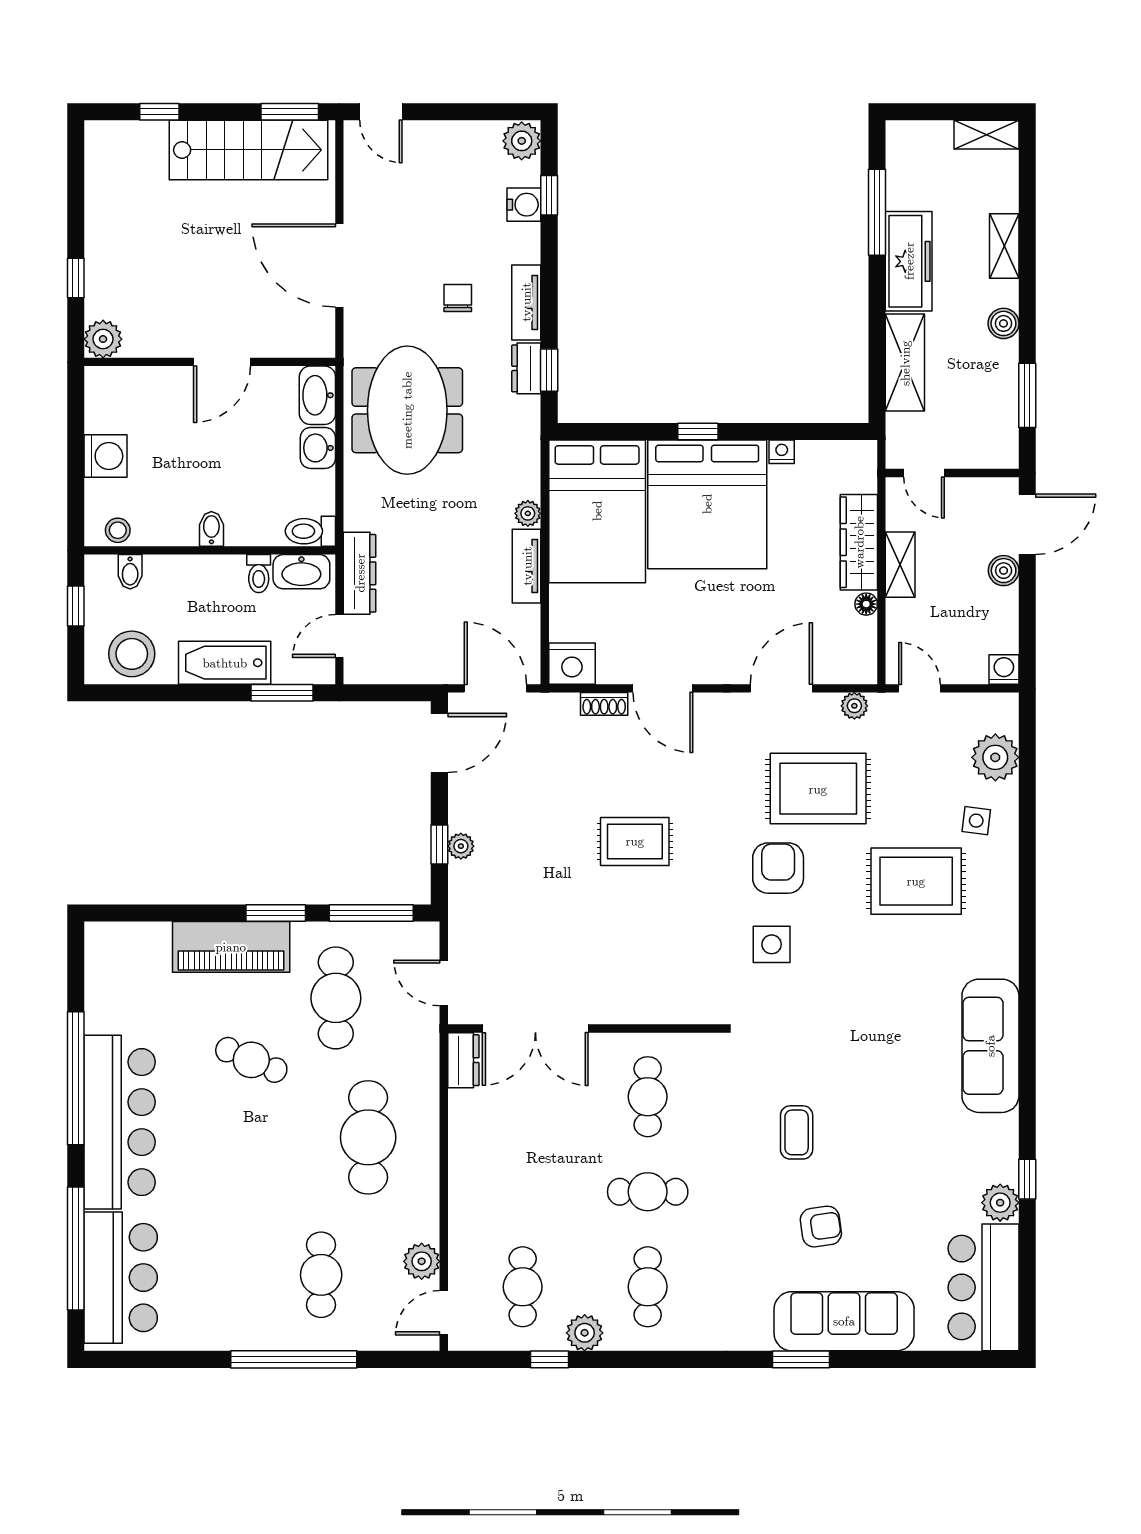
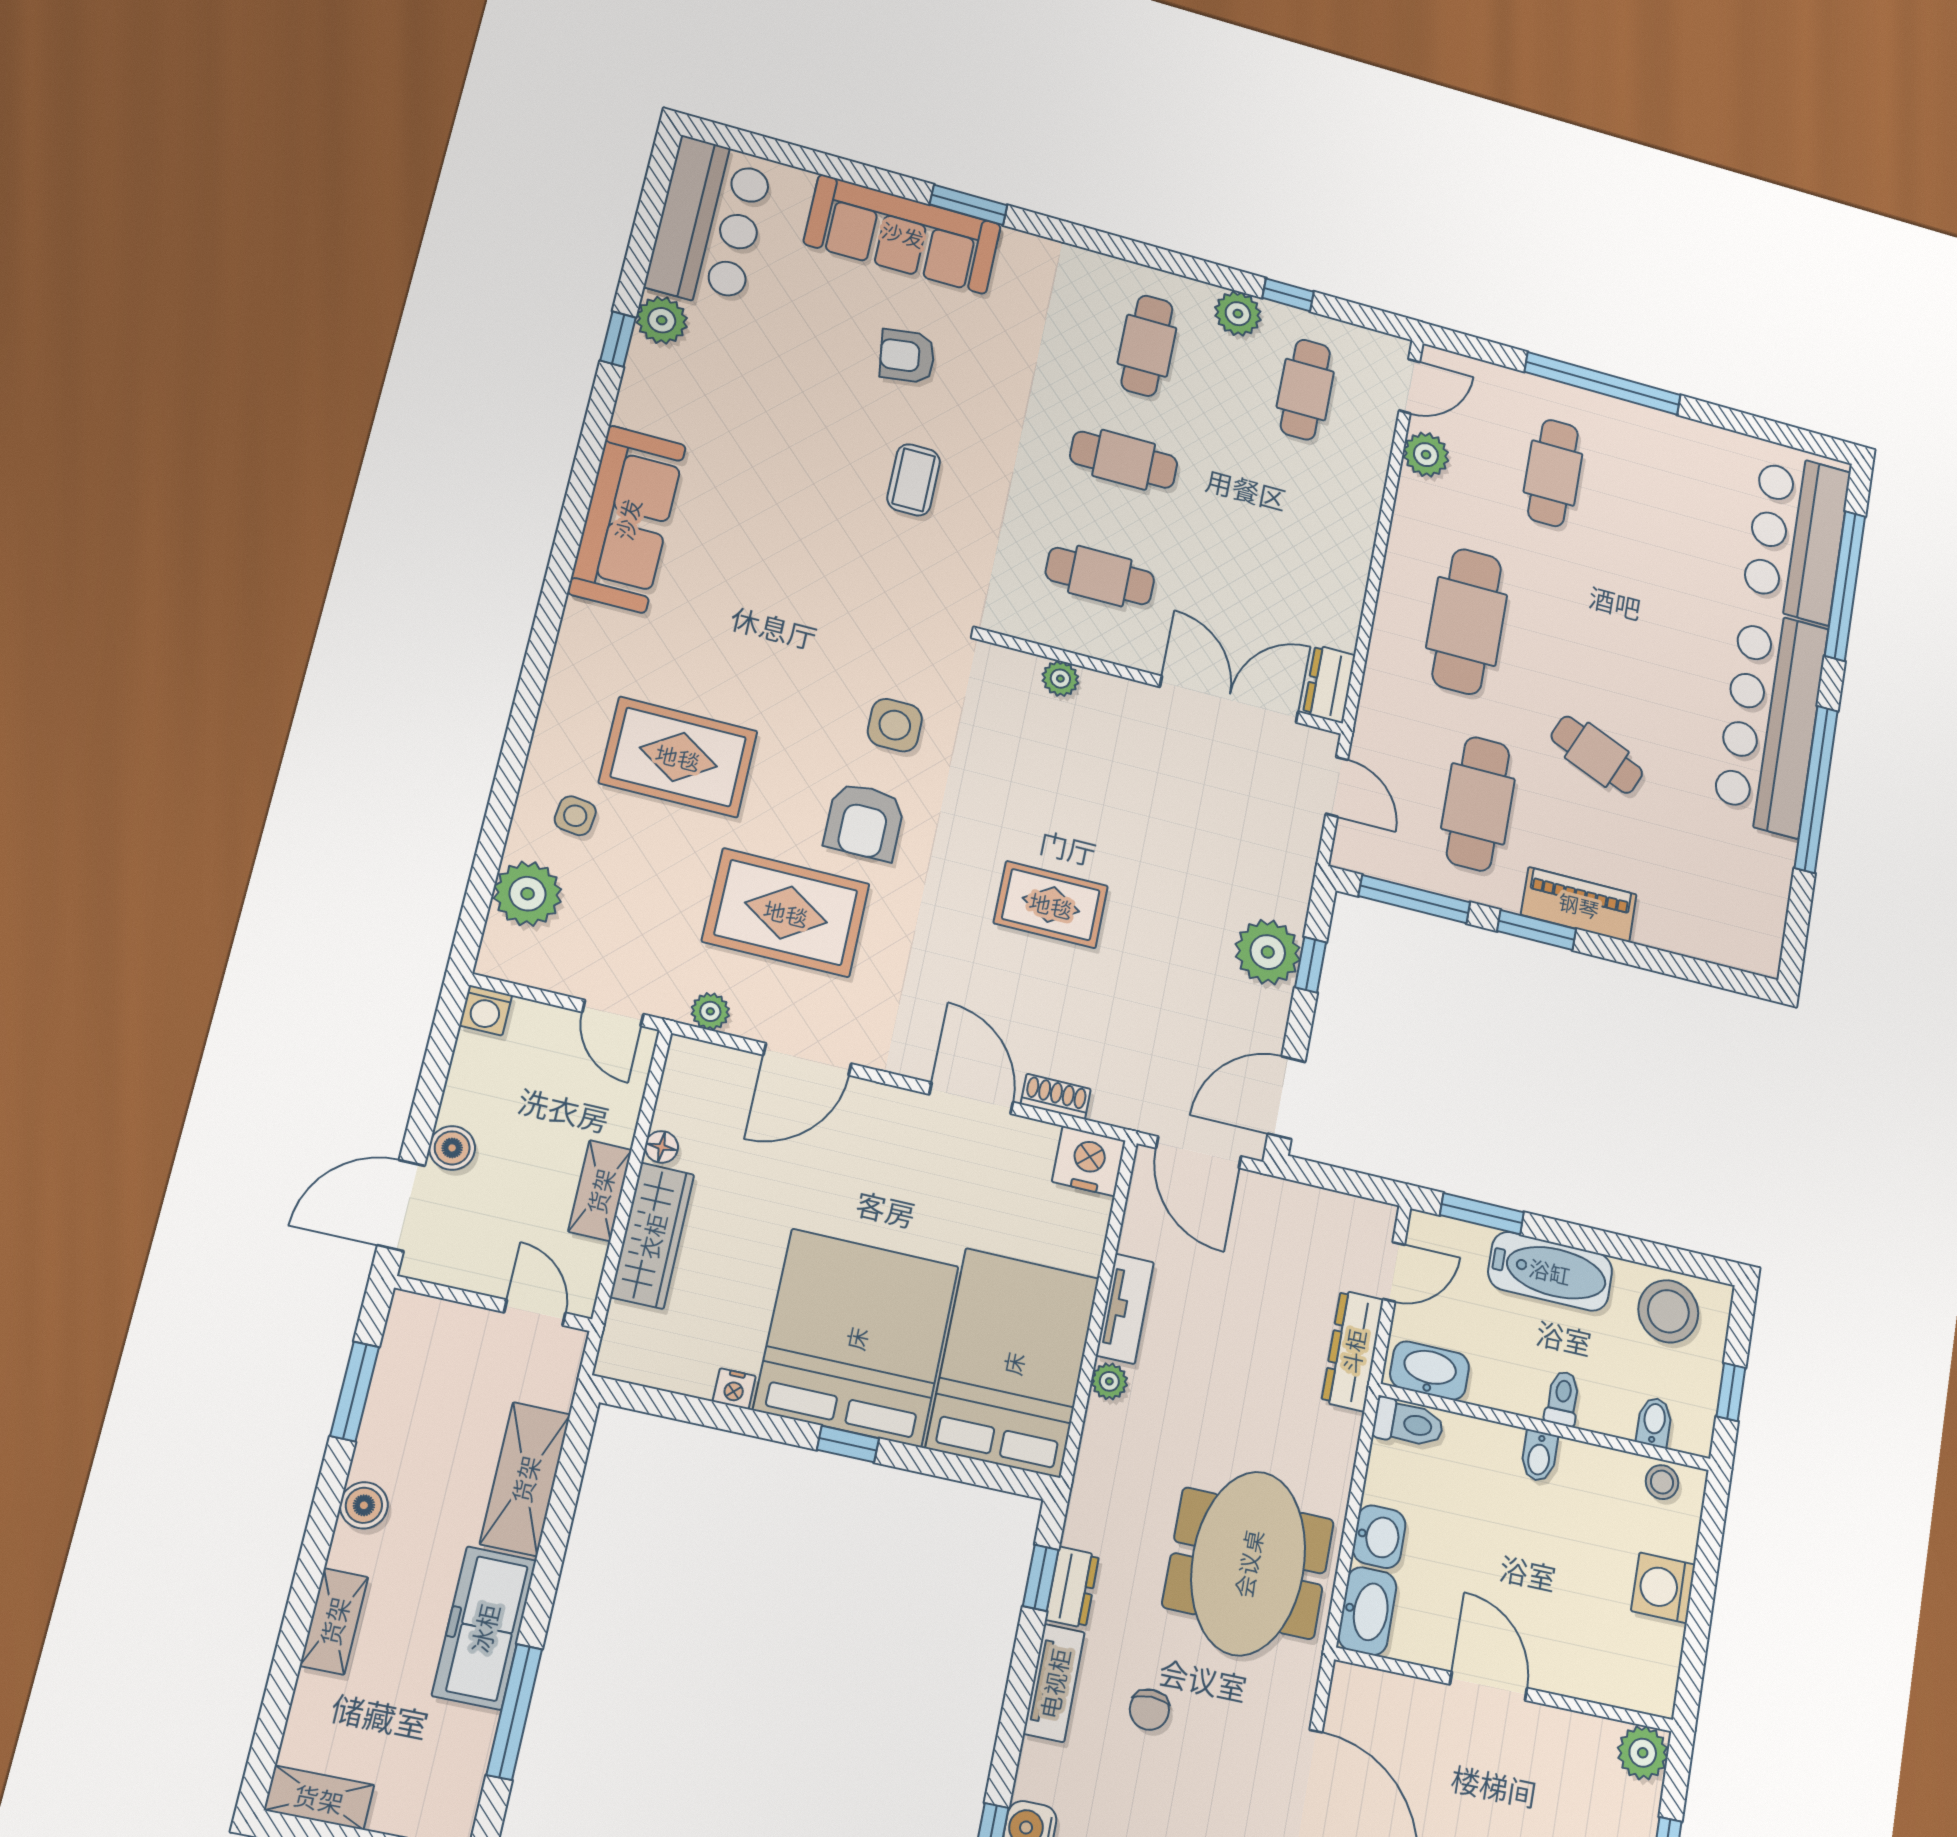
door: (222, 362) -> (1489, 1686), hinge flipped
toilet: (259, 574) -> (1562, 1398), moved
plant: (461, 846) -> (1268, 952), width x1.88, depth x1.88
piano: (231, 947) -> (1579, 905), width x0.73, depth x0.75
plant: (661, 1011) -> (1060, 679), added
cafe table: (648, 1097) -> (1100, 576), turned 90

